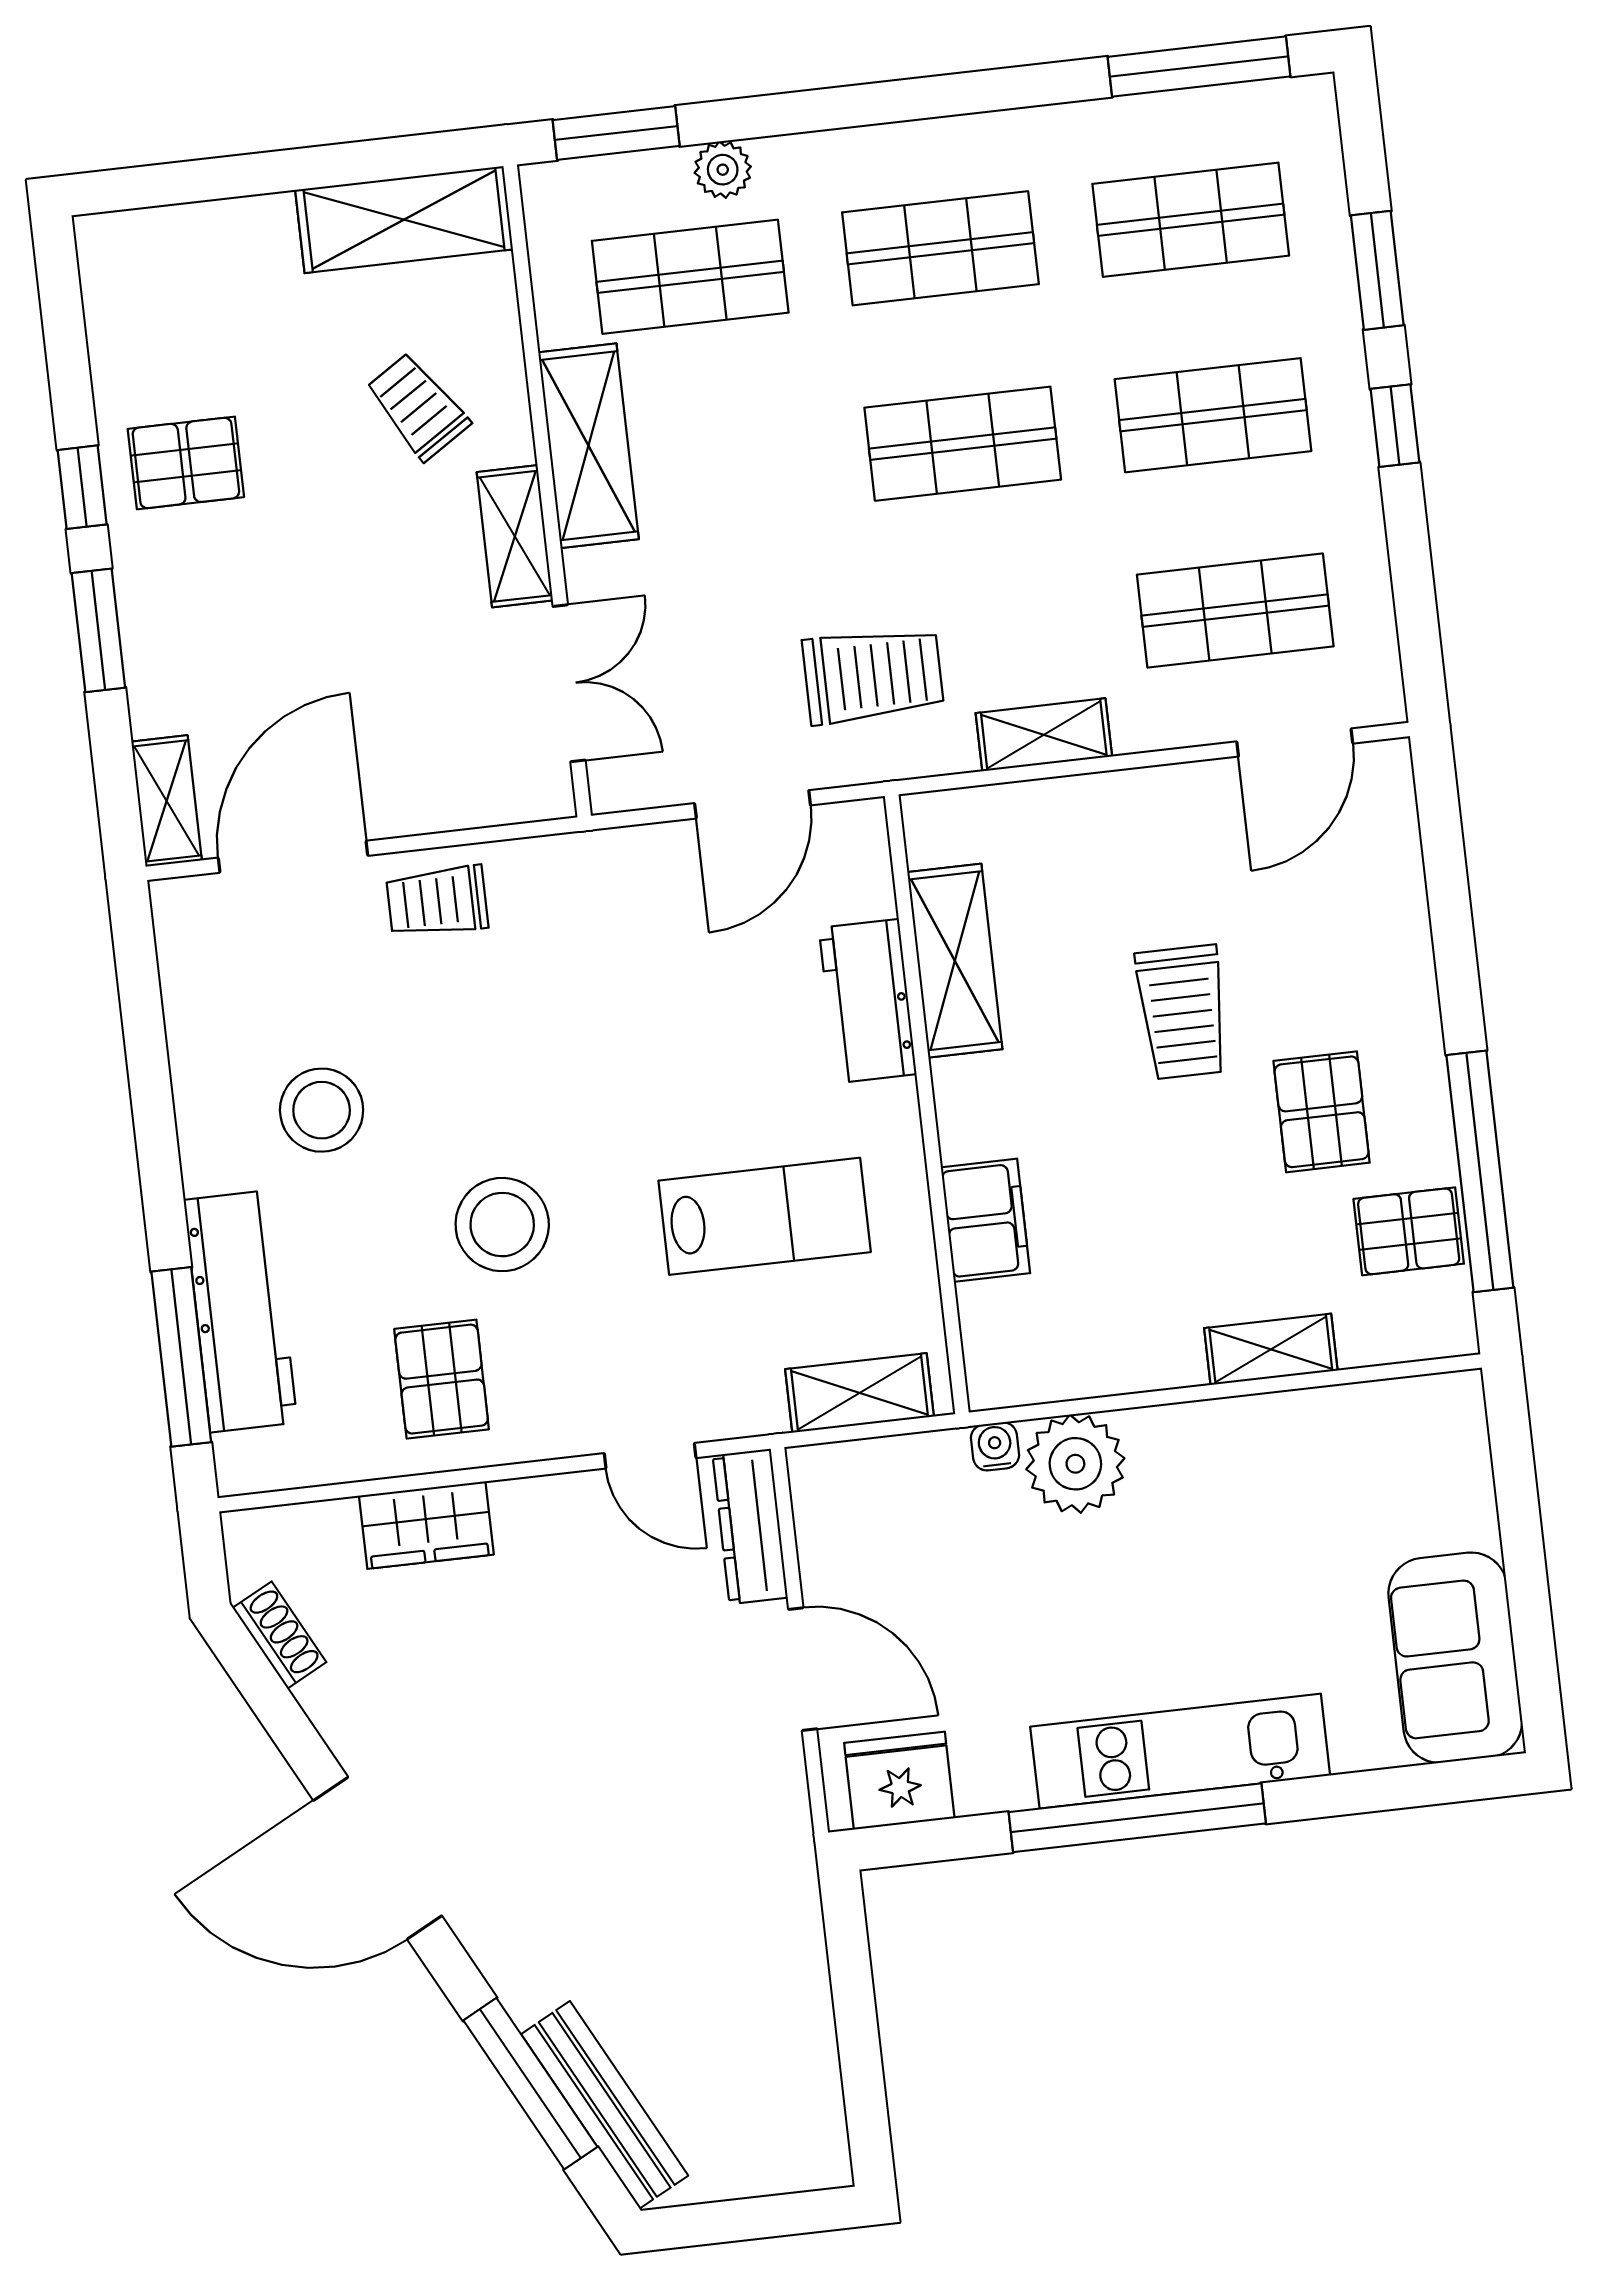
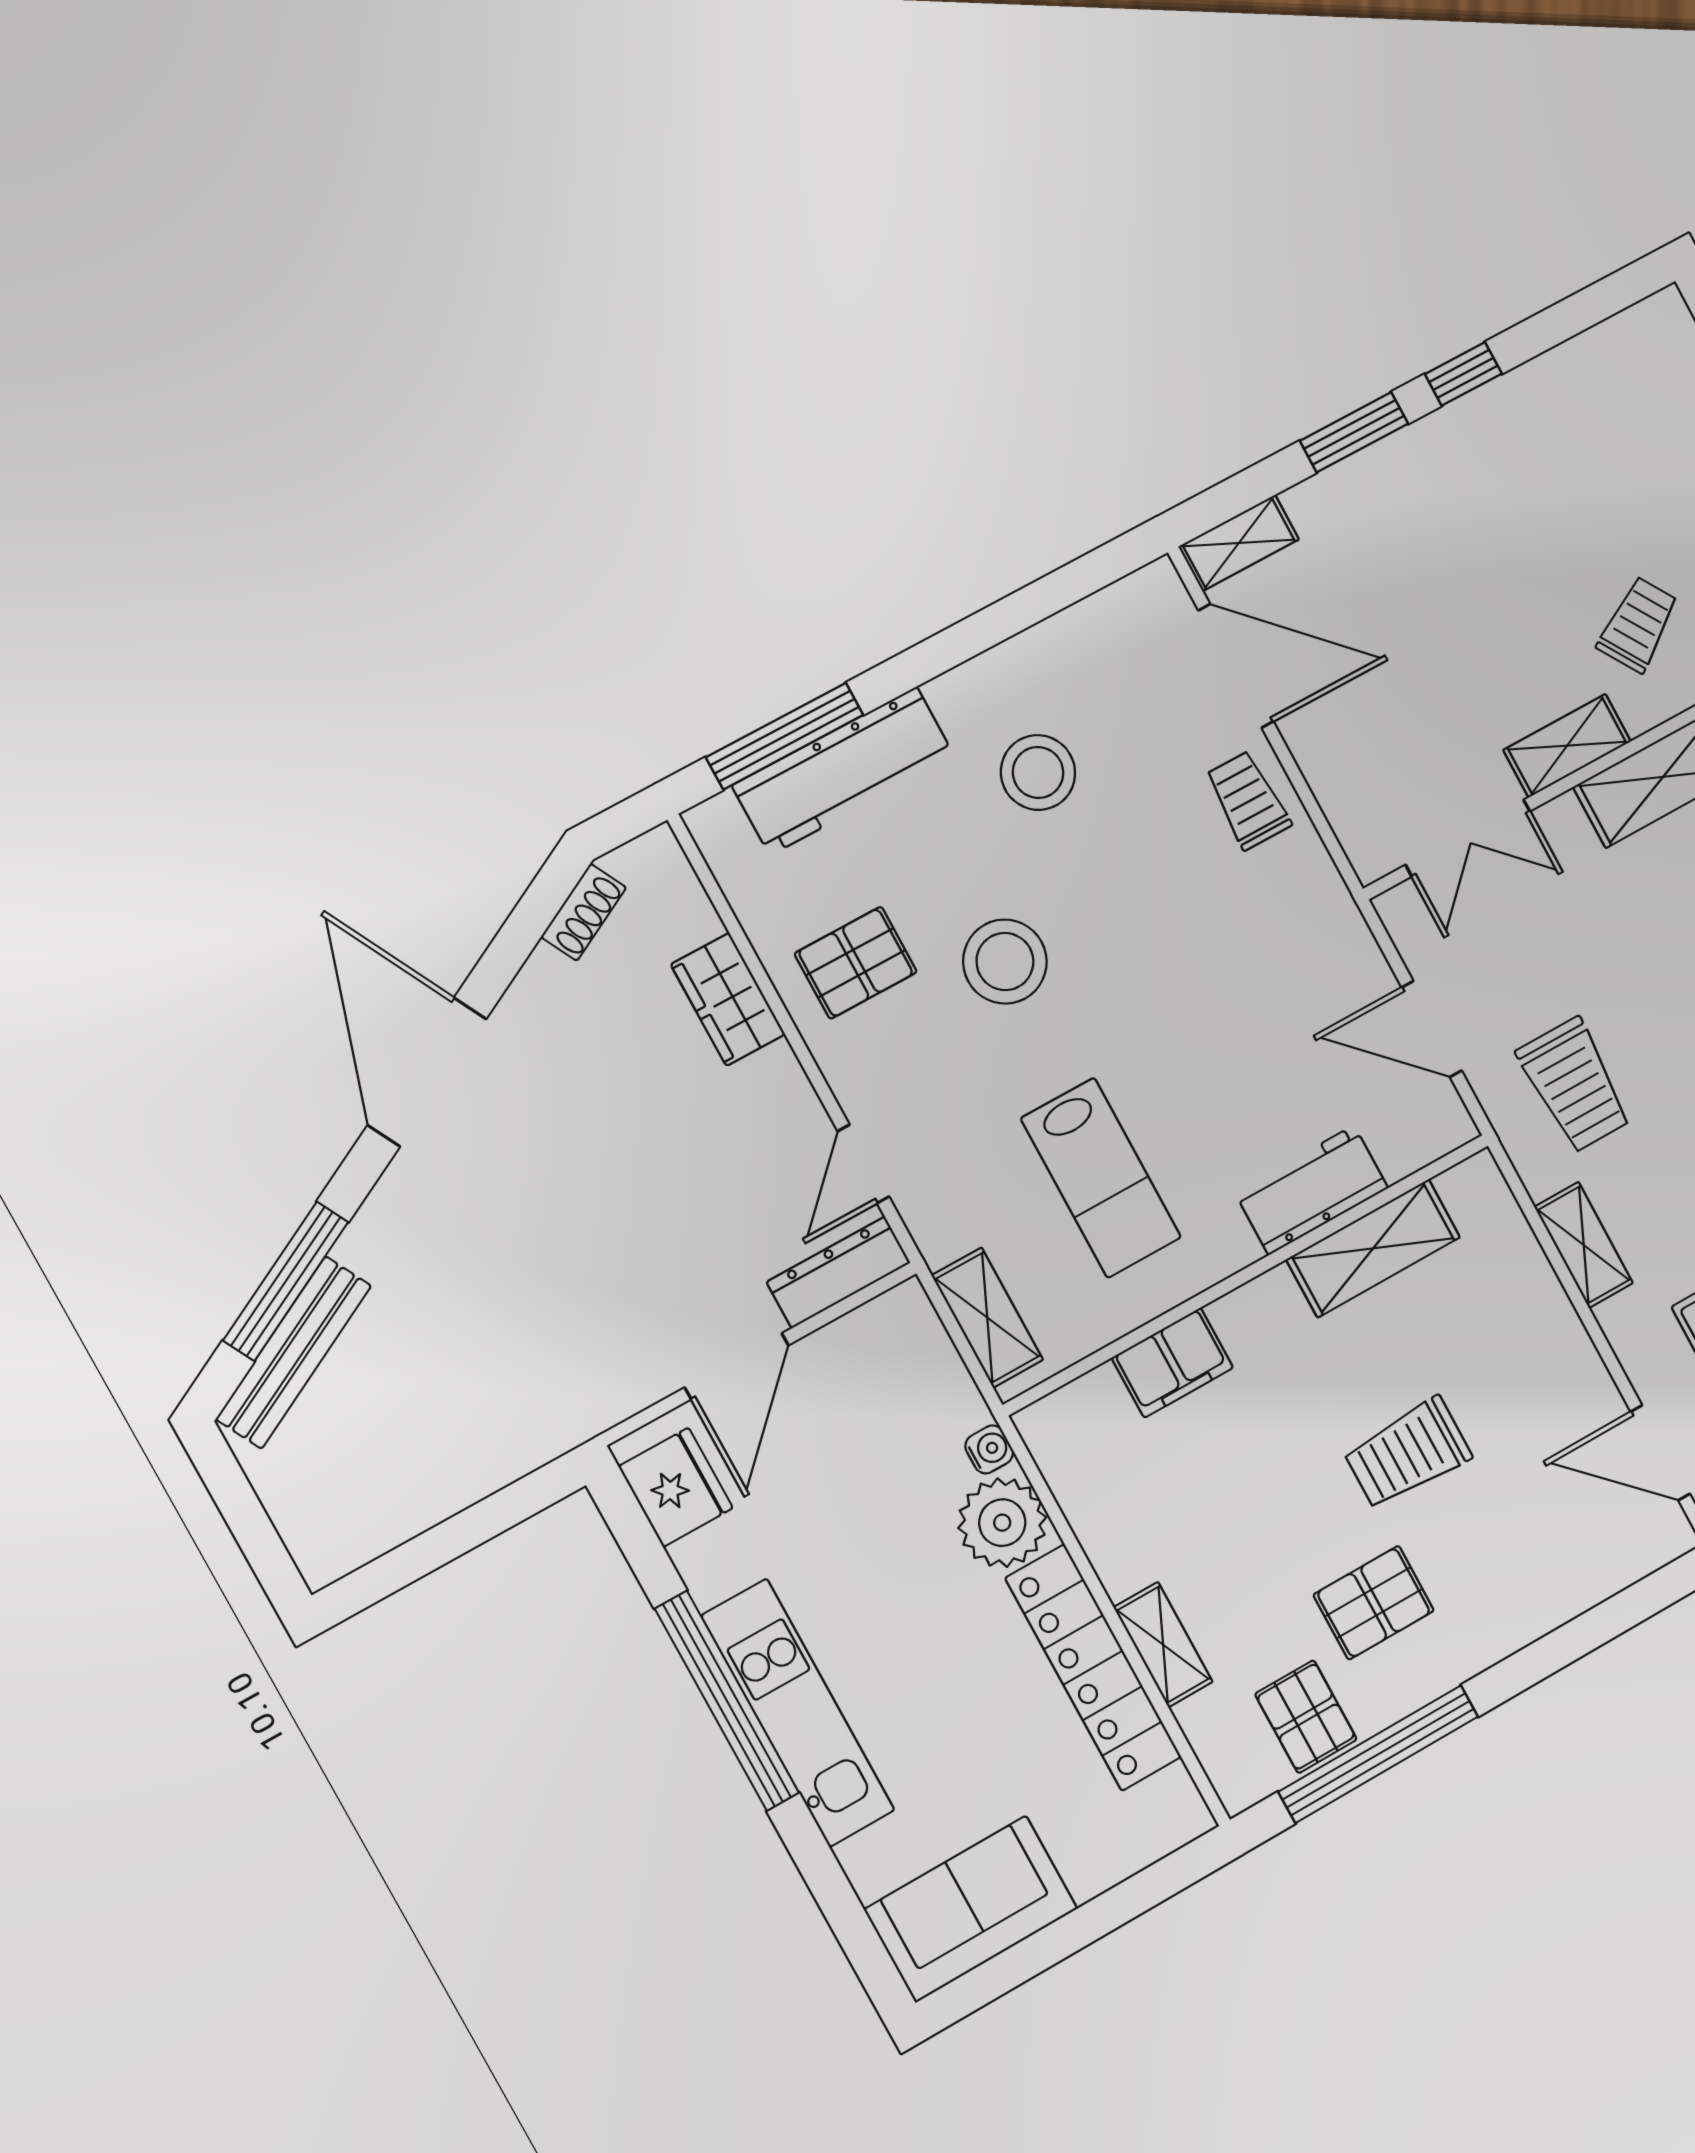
pallet: (186, 463) -> (1517, 452), removed
locker: (1263, 1431) -> (1093, 1668), added

